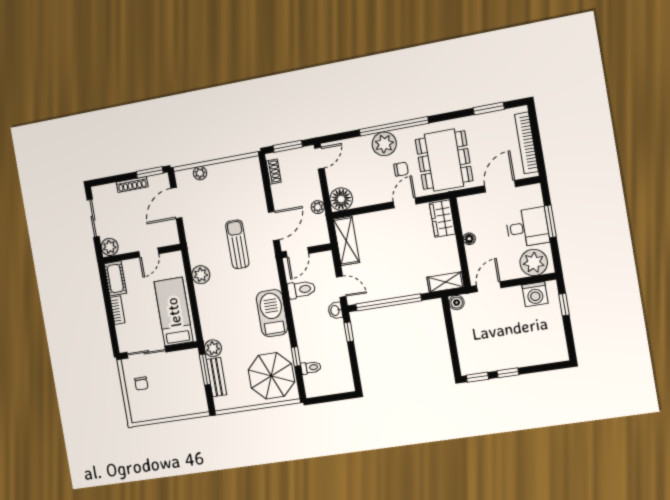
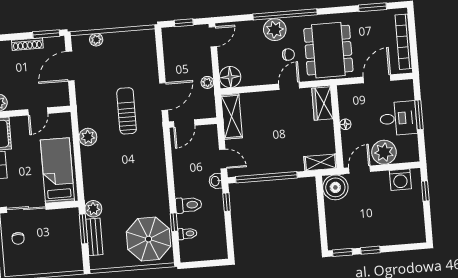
window: (288, 146) -> (184, 23), width x0.67
shoe rack: (274, 172) -> (168, 45), removed
plant: (534, 263) -> (384, 152), moved
toilet: (301, 290) -> (189, 205), moved
boiler: (457, 303) -> (335, 187), width x1.86, depth x1.86
barbecue: (272, 313) -> (154, 179), removed

